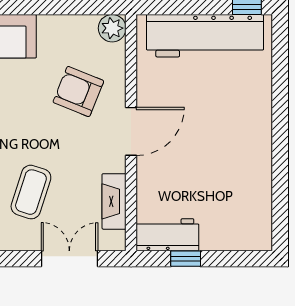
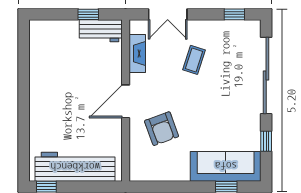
plant: (112, 28) -> (138, 172), removed
armchair: (78, 92) -> (162, 129), turned 48
coffee table: (31, 192) -> (194, 60), width x0.73, depth x0.77

